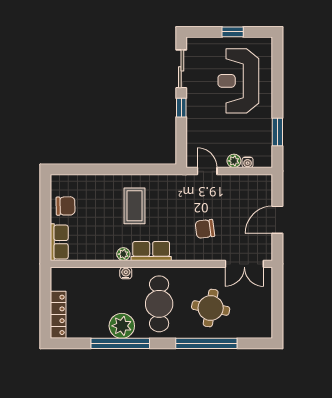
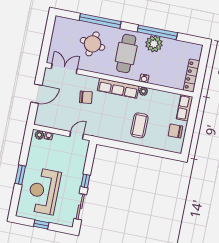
reception desk: (238, 81) -> (44, 191), turned 180
window: (277, 132) -> (20, 175), moved
plant: (234, 161) -> (39, 135), moved
door: (207, 171) -> (77, 135), swing flipped
coffee table: (134, 206) -> (139, 125), moved
row of seats: (151, 251) -> (118, 88), width x1.48
locker: (58, 315) -> (192, 76), moved

